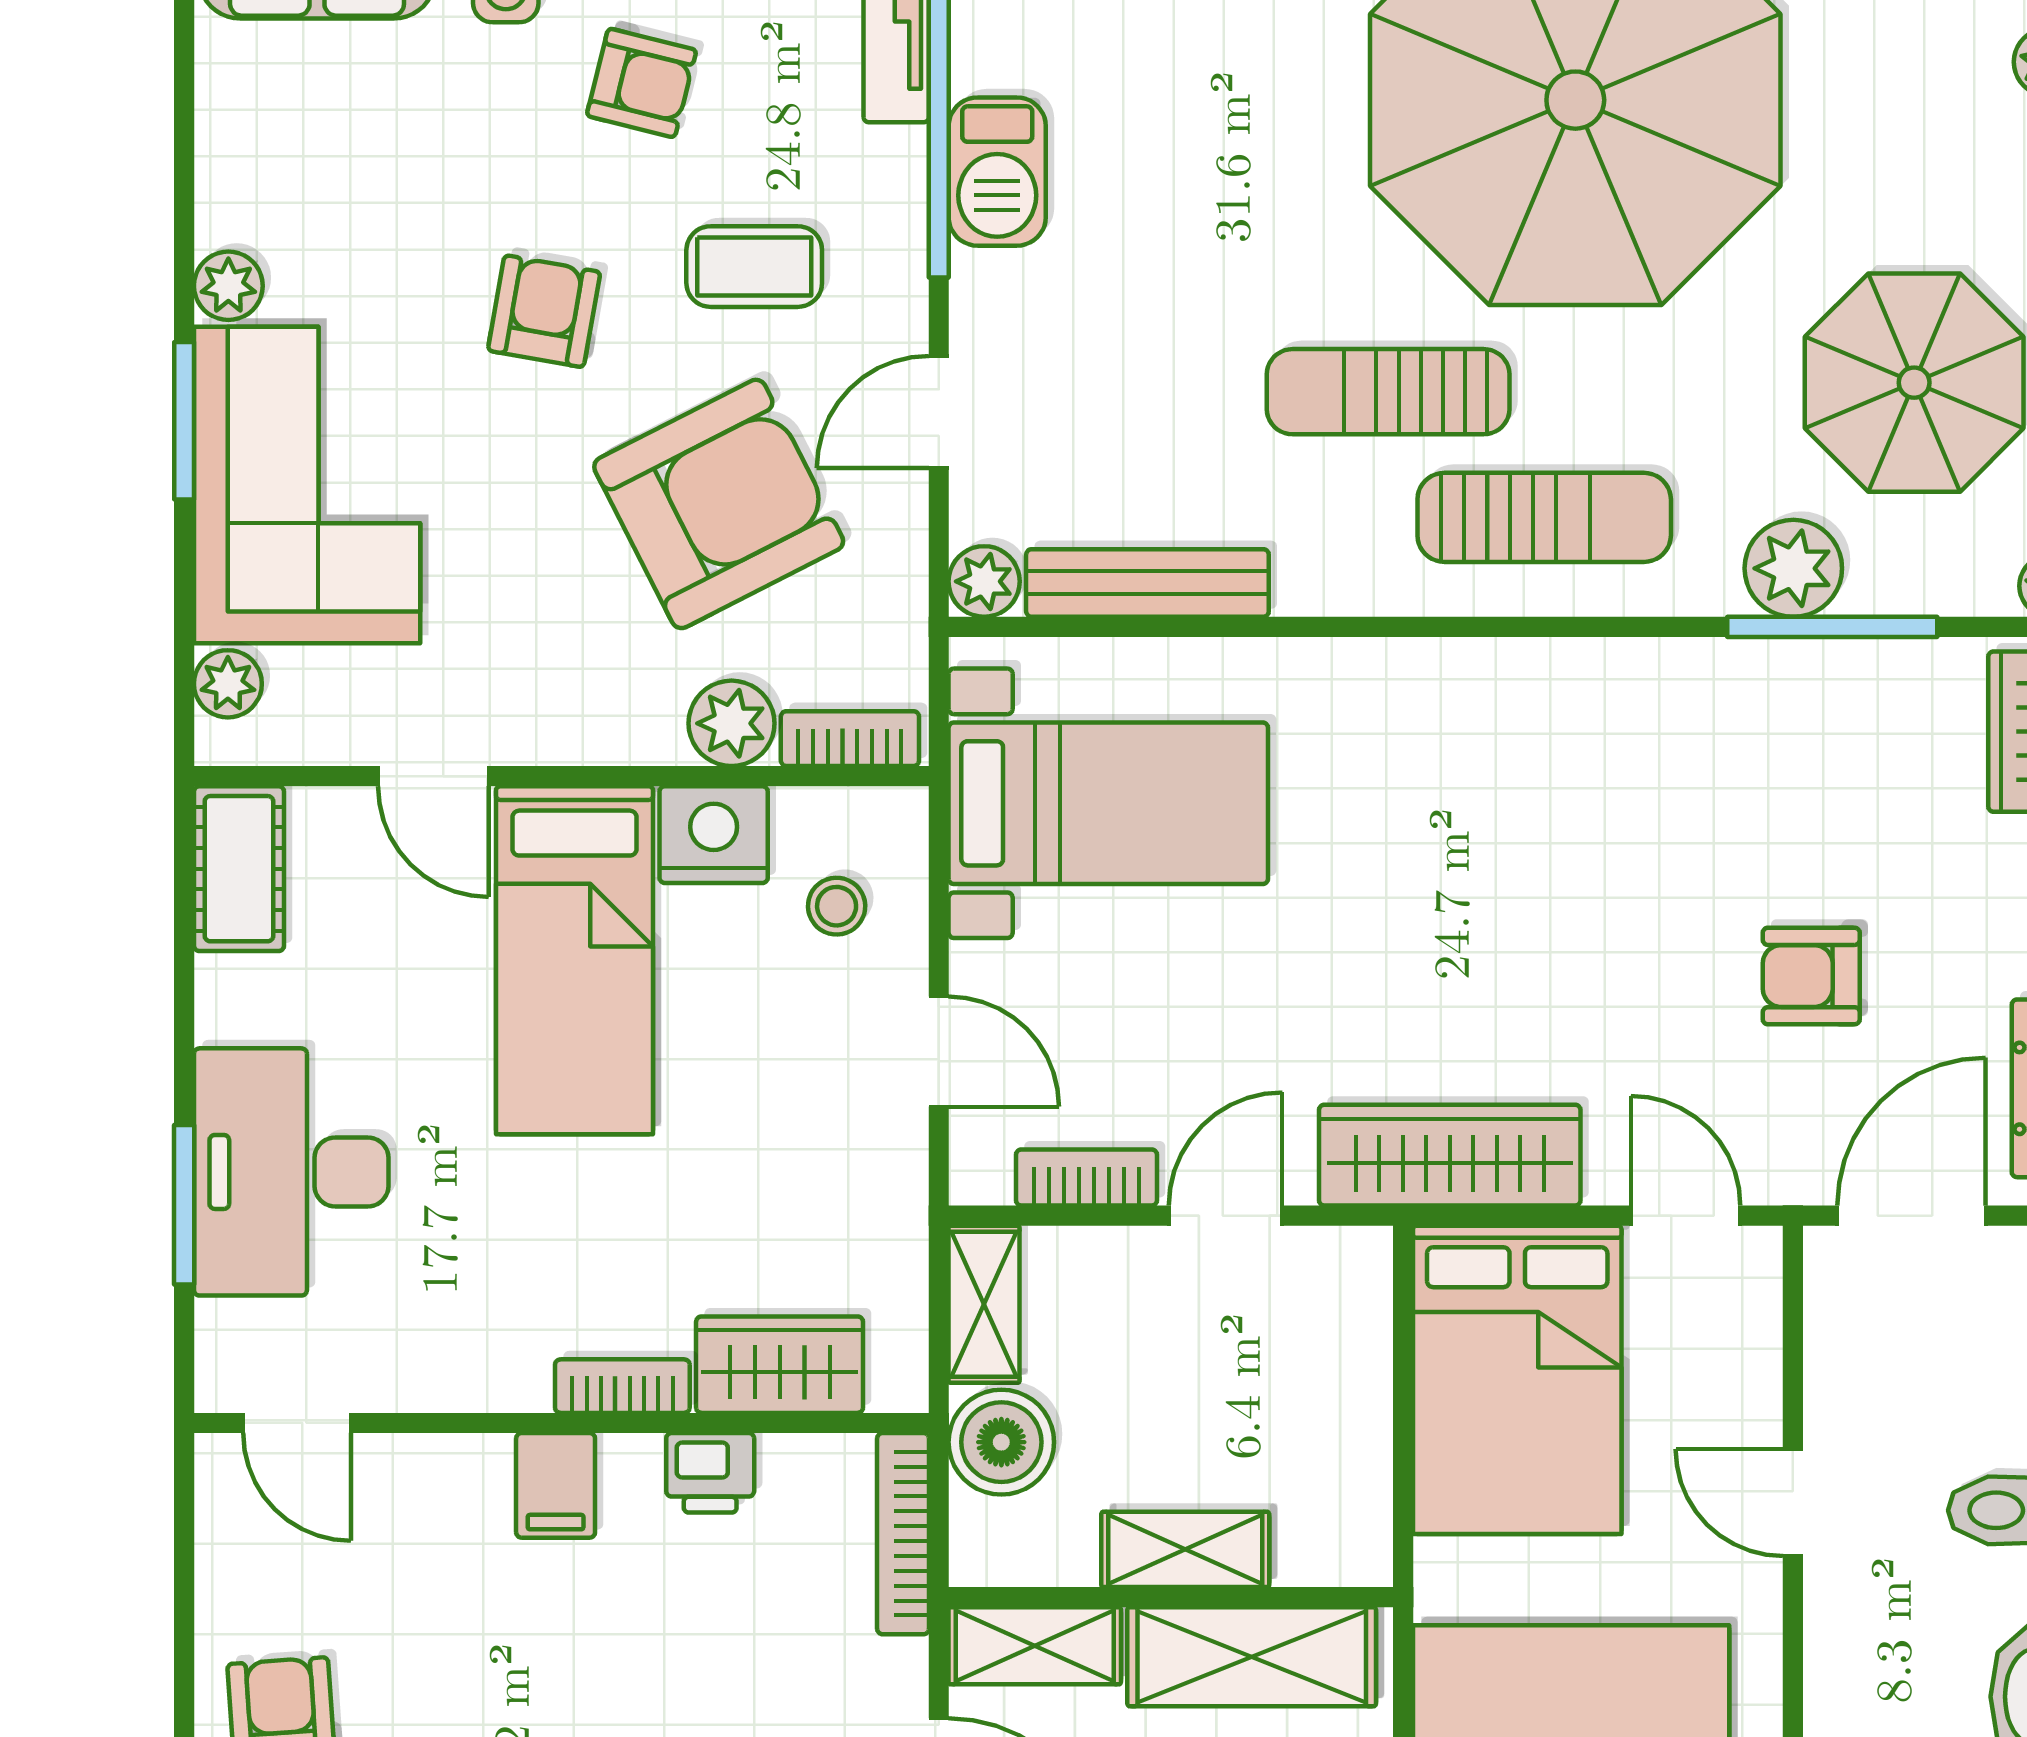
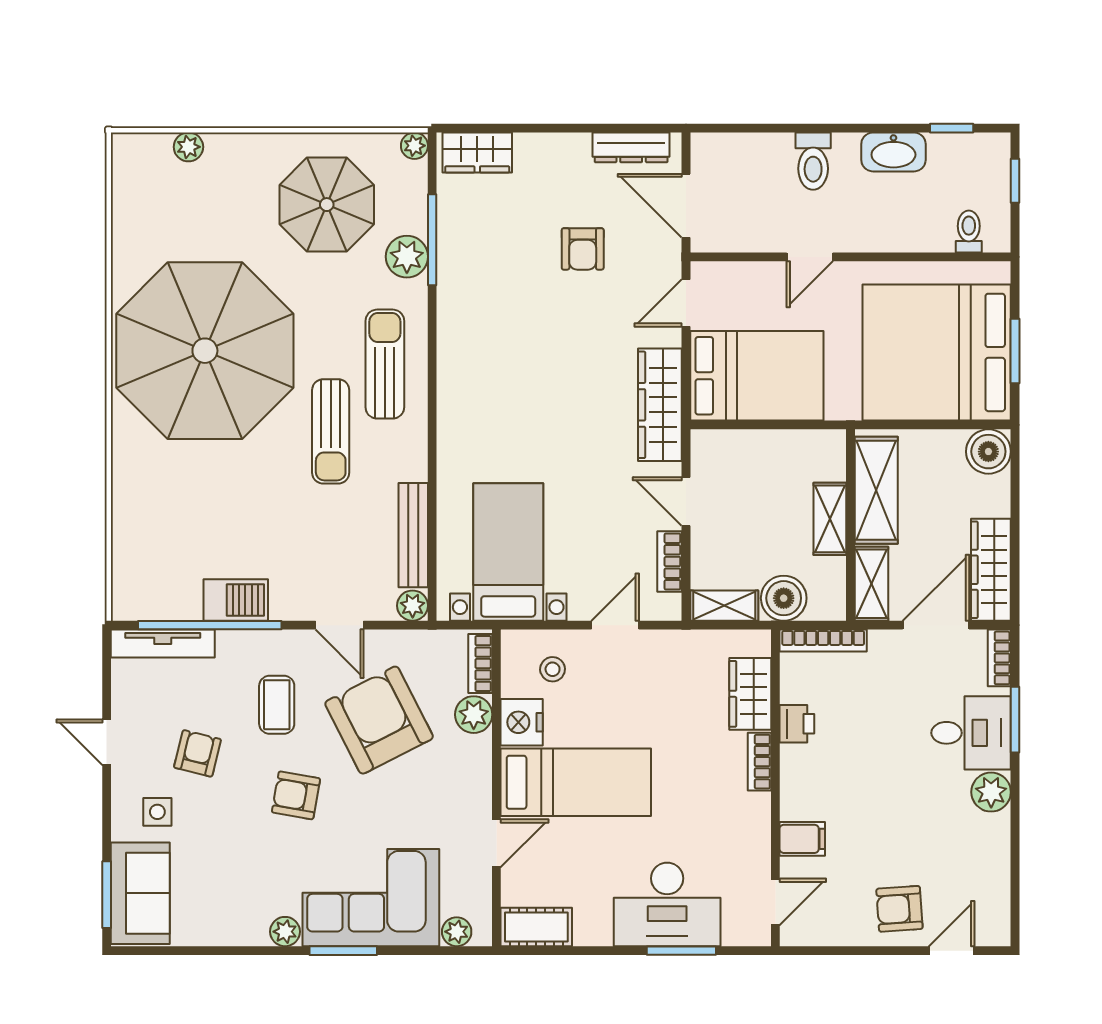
filing cabinet: (556, 1485) -> (802, 839), moved

